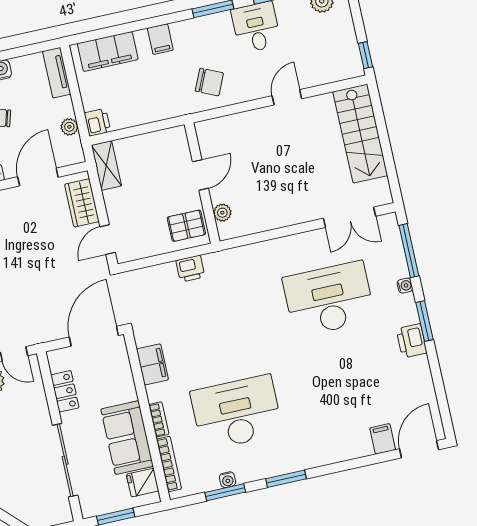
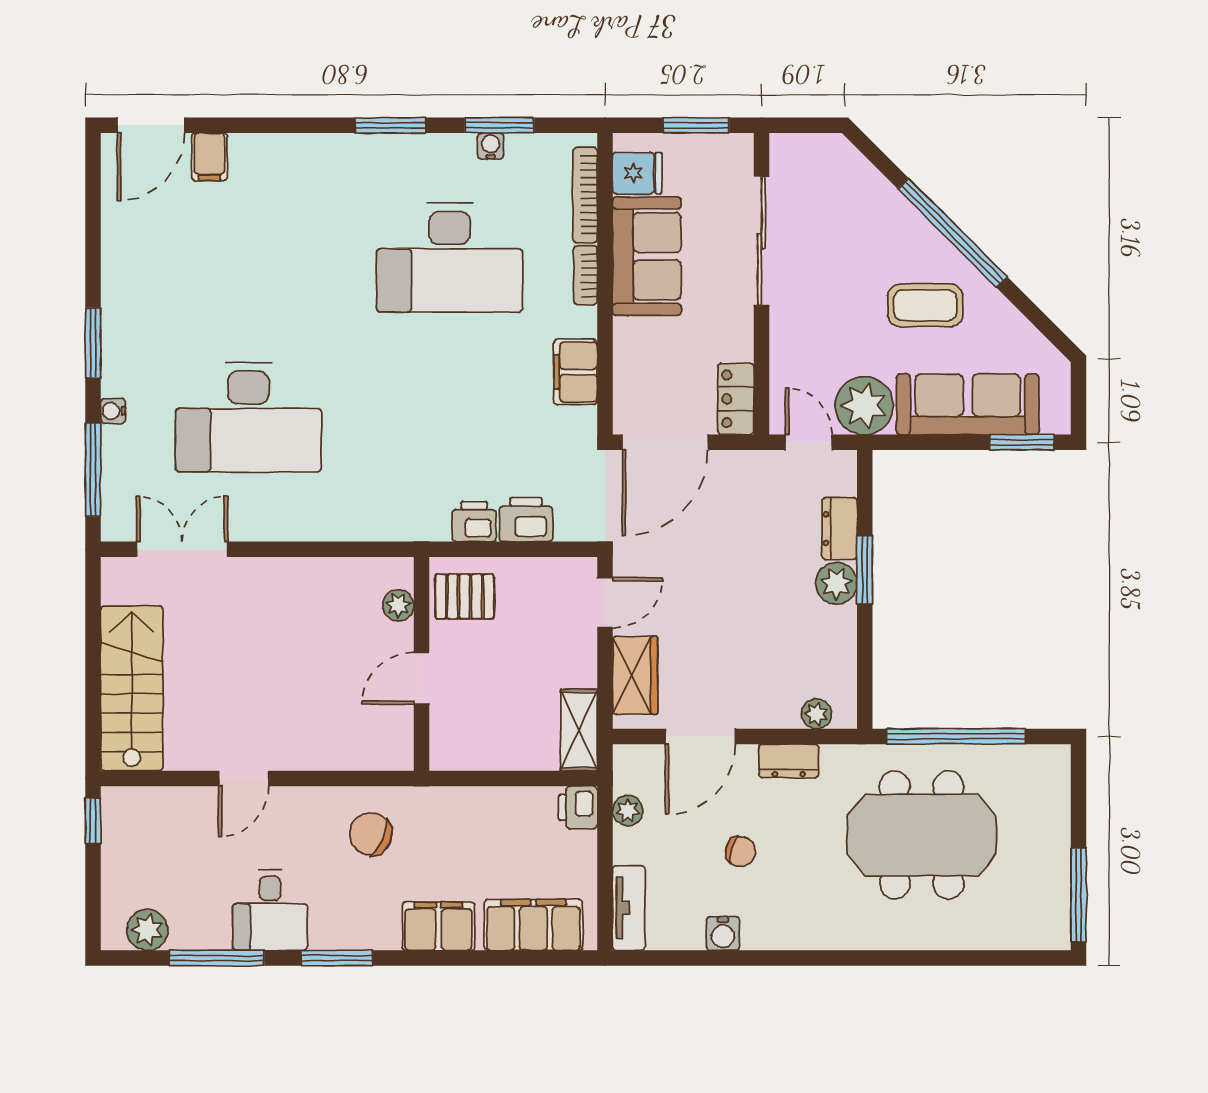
filing cabinet: (160, 39) -> (439, 926), width x2.00
printer: (412, 341) -> (526, 520), moved, turned -90
locker: (65, 391) -> (736, 399), moved

